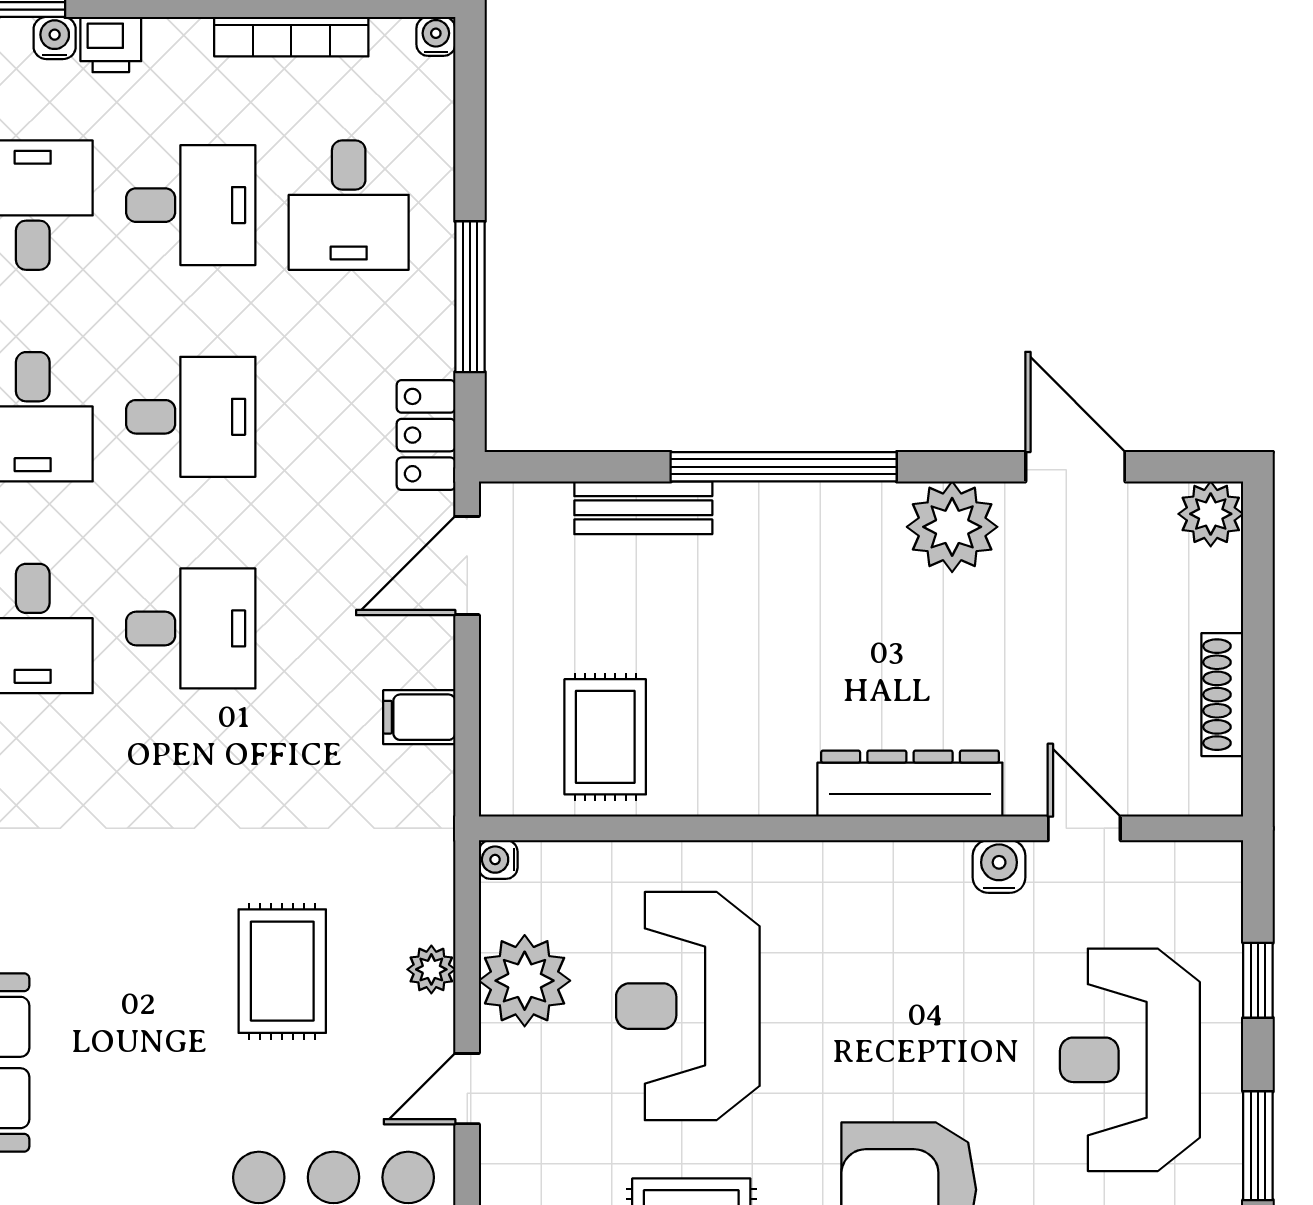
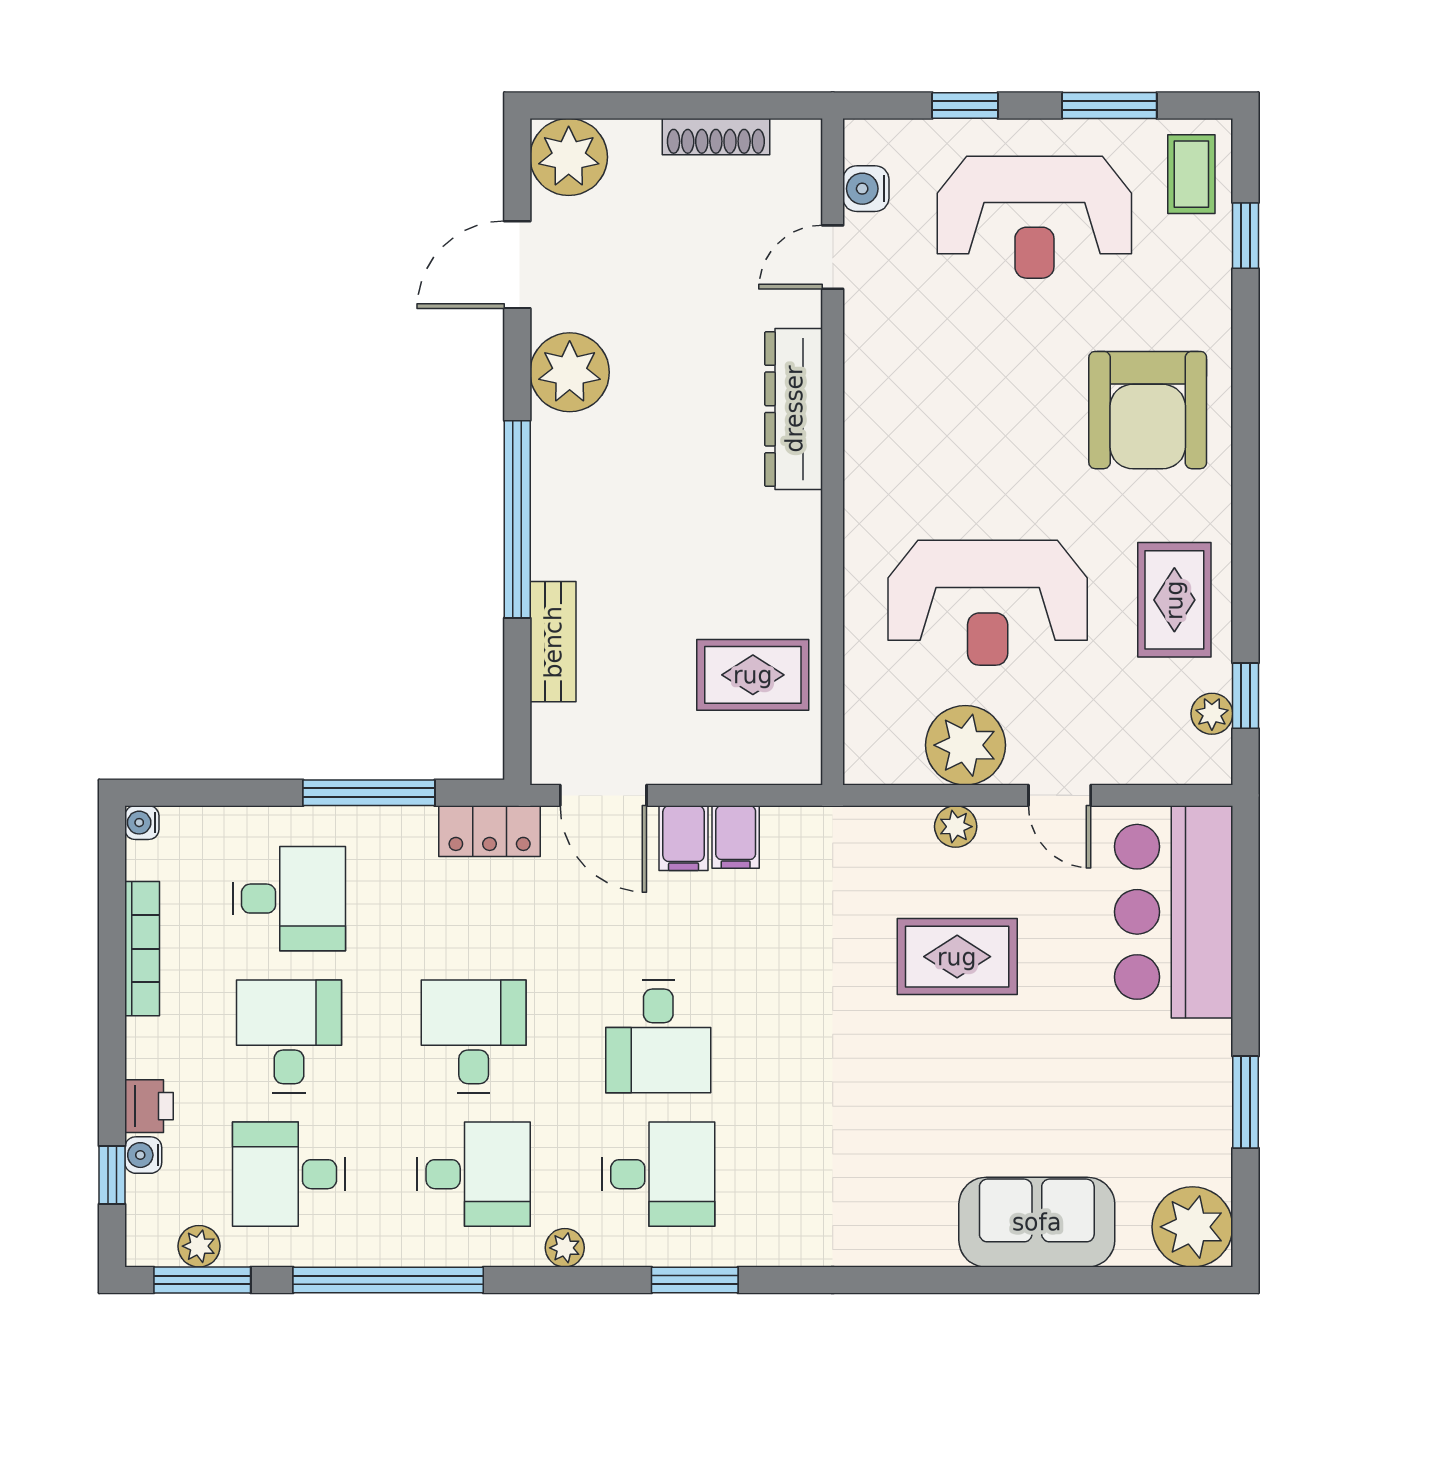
plant: (1211, 514) -> (569, 157), width x1.36, depth x1.36
desk: (191, 628) -> (658, 1036), turned 180
filing cabinet: (418, 657) -> (684, 838), added
water cooler: (498, 860) -> (860, 768), removed
water cooler: (999, 867) -> (866, 189), moved

